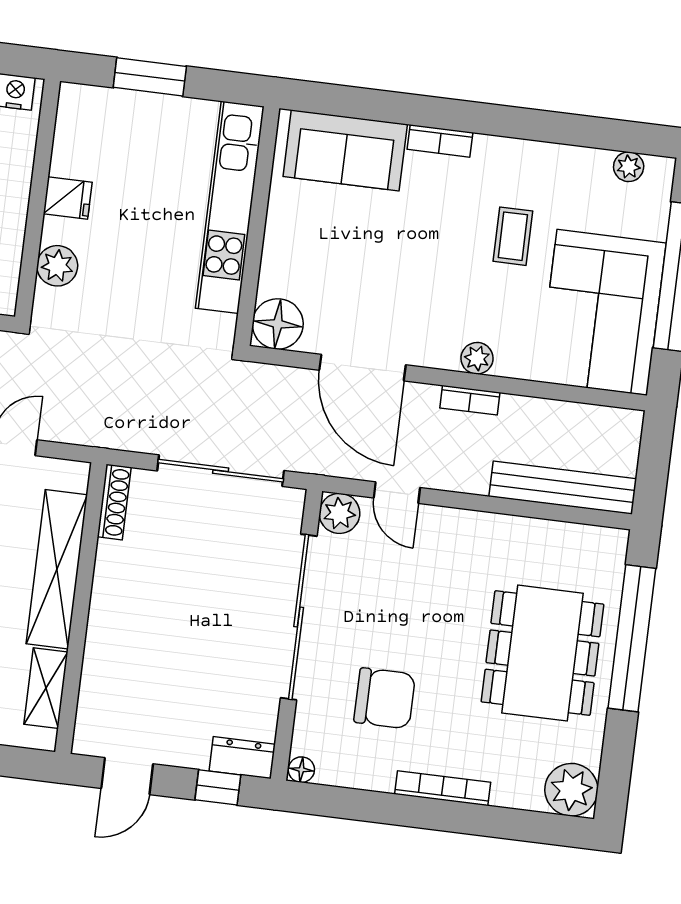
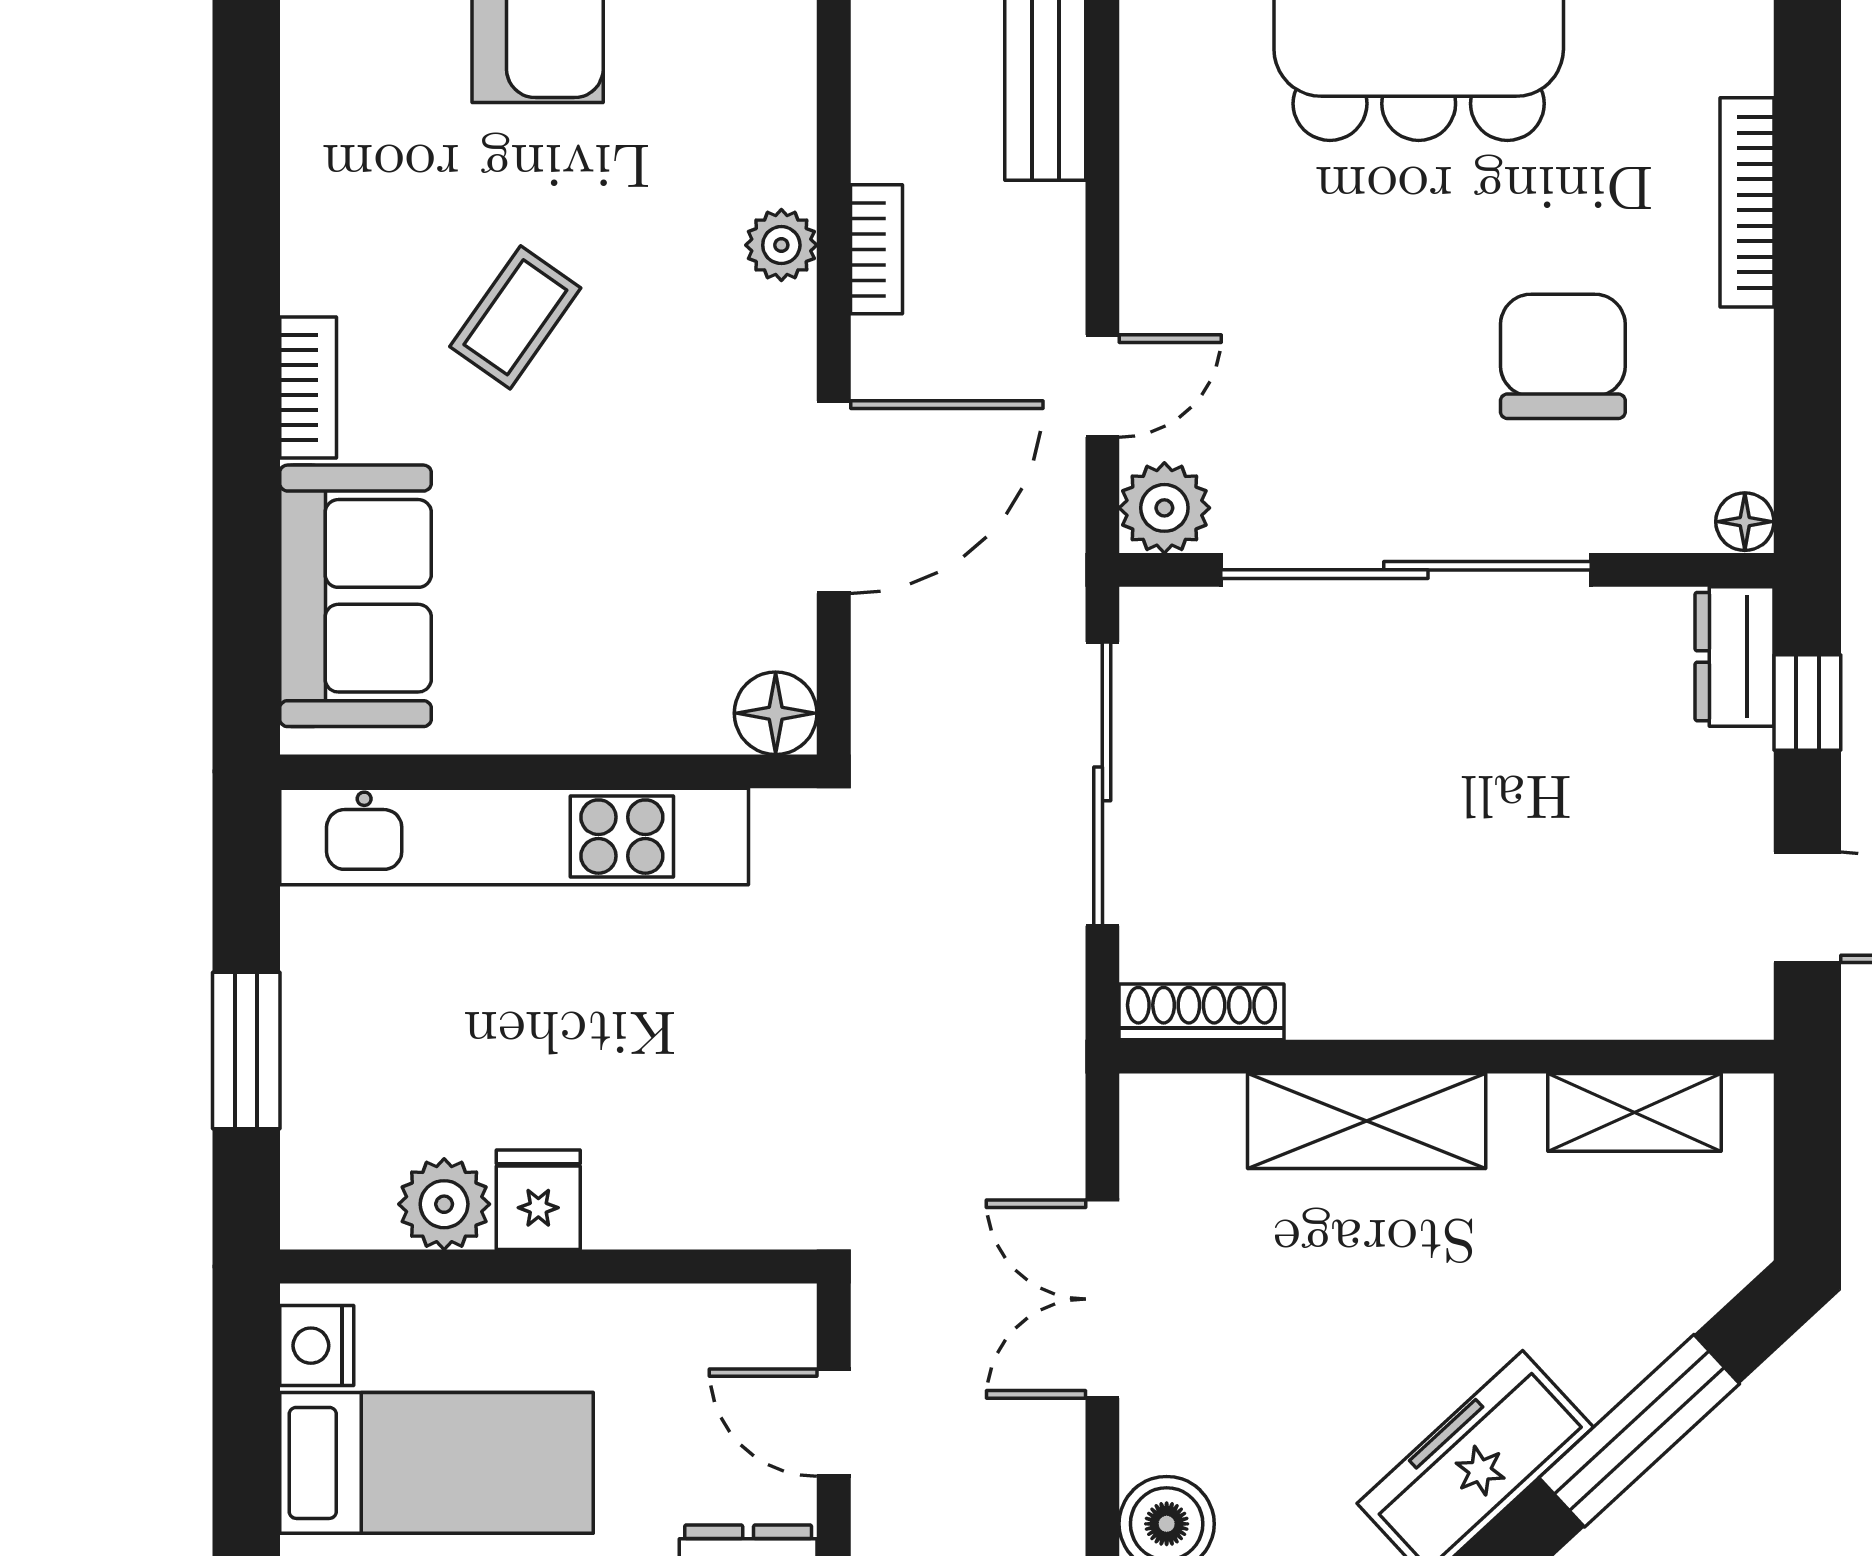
coffee table: (513, 236) -> (515, 317), moved, turned -55
plant: (57, 266) -> (444, 1204), moved
floor lamp: (278, 324) -> (776, 713), width x0.73, depth x0.73
shelving: (57, 569) -> (1367, 1121), width x0.68

